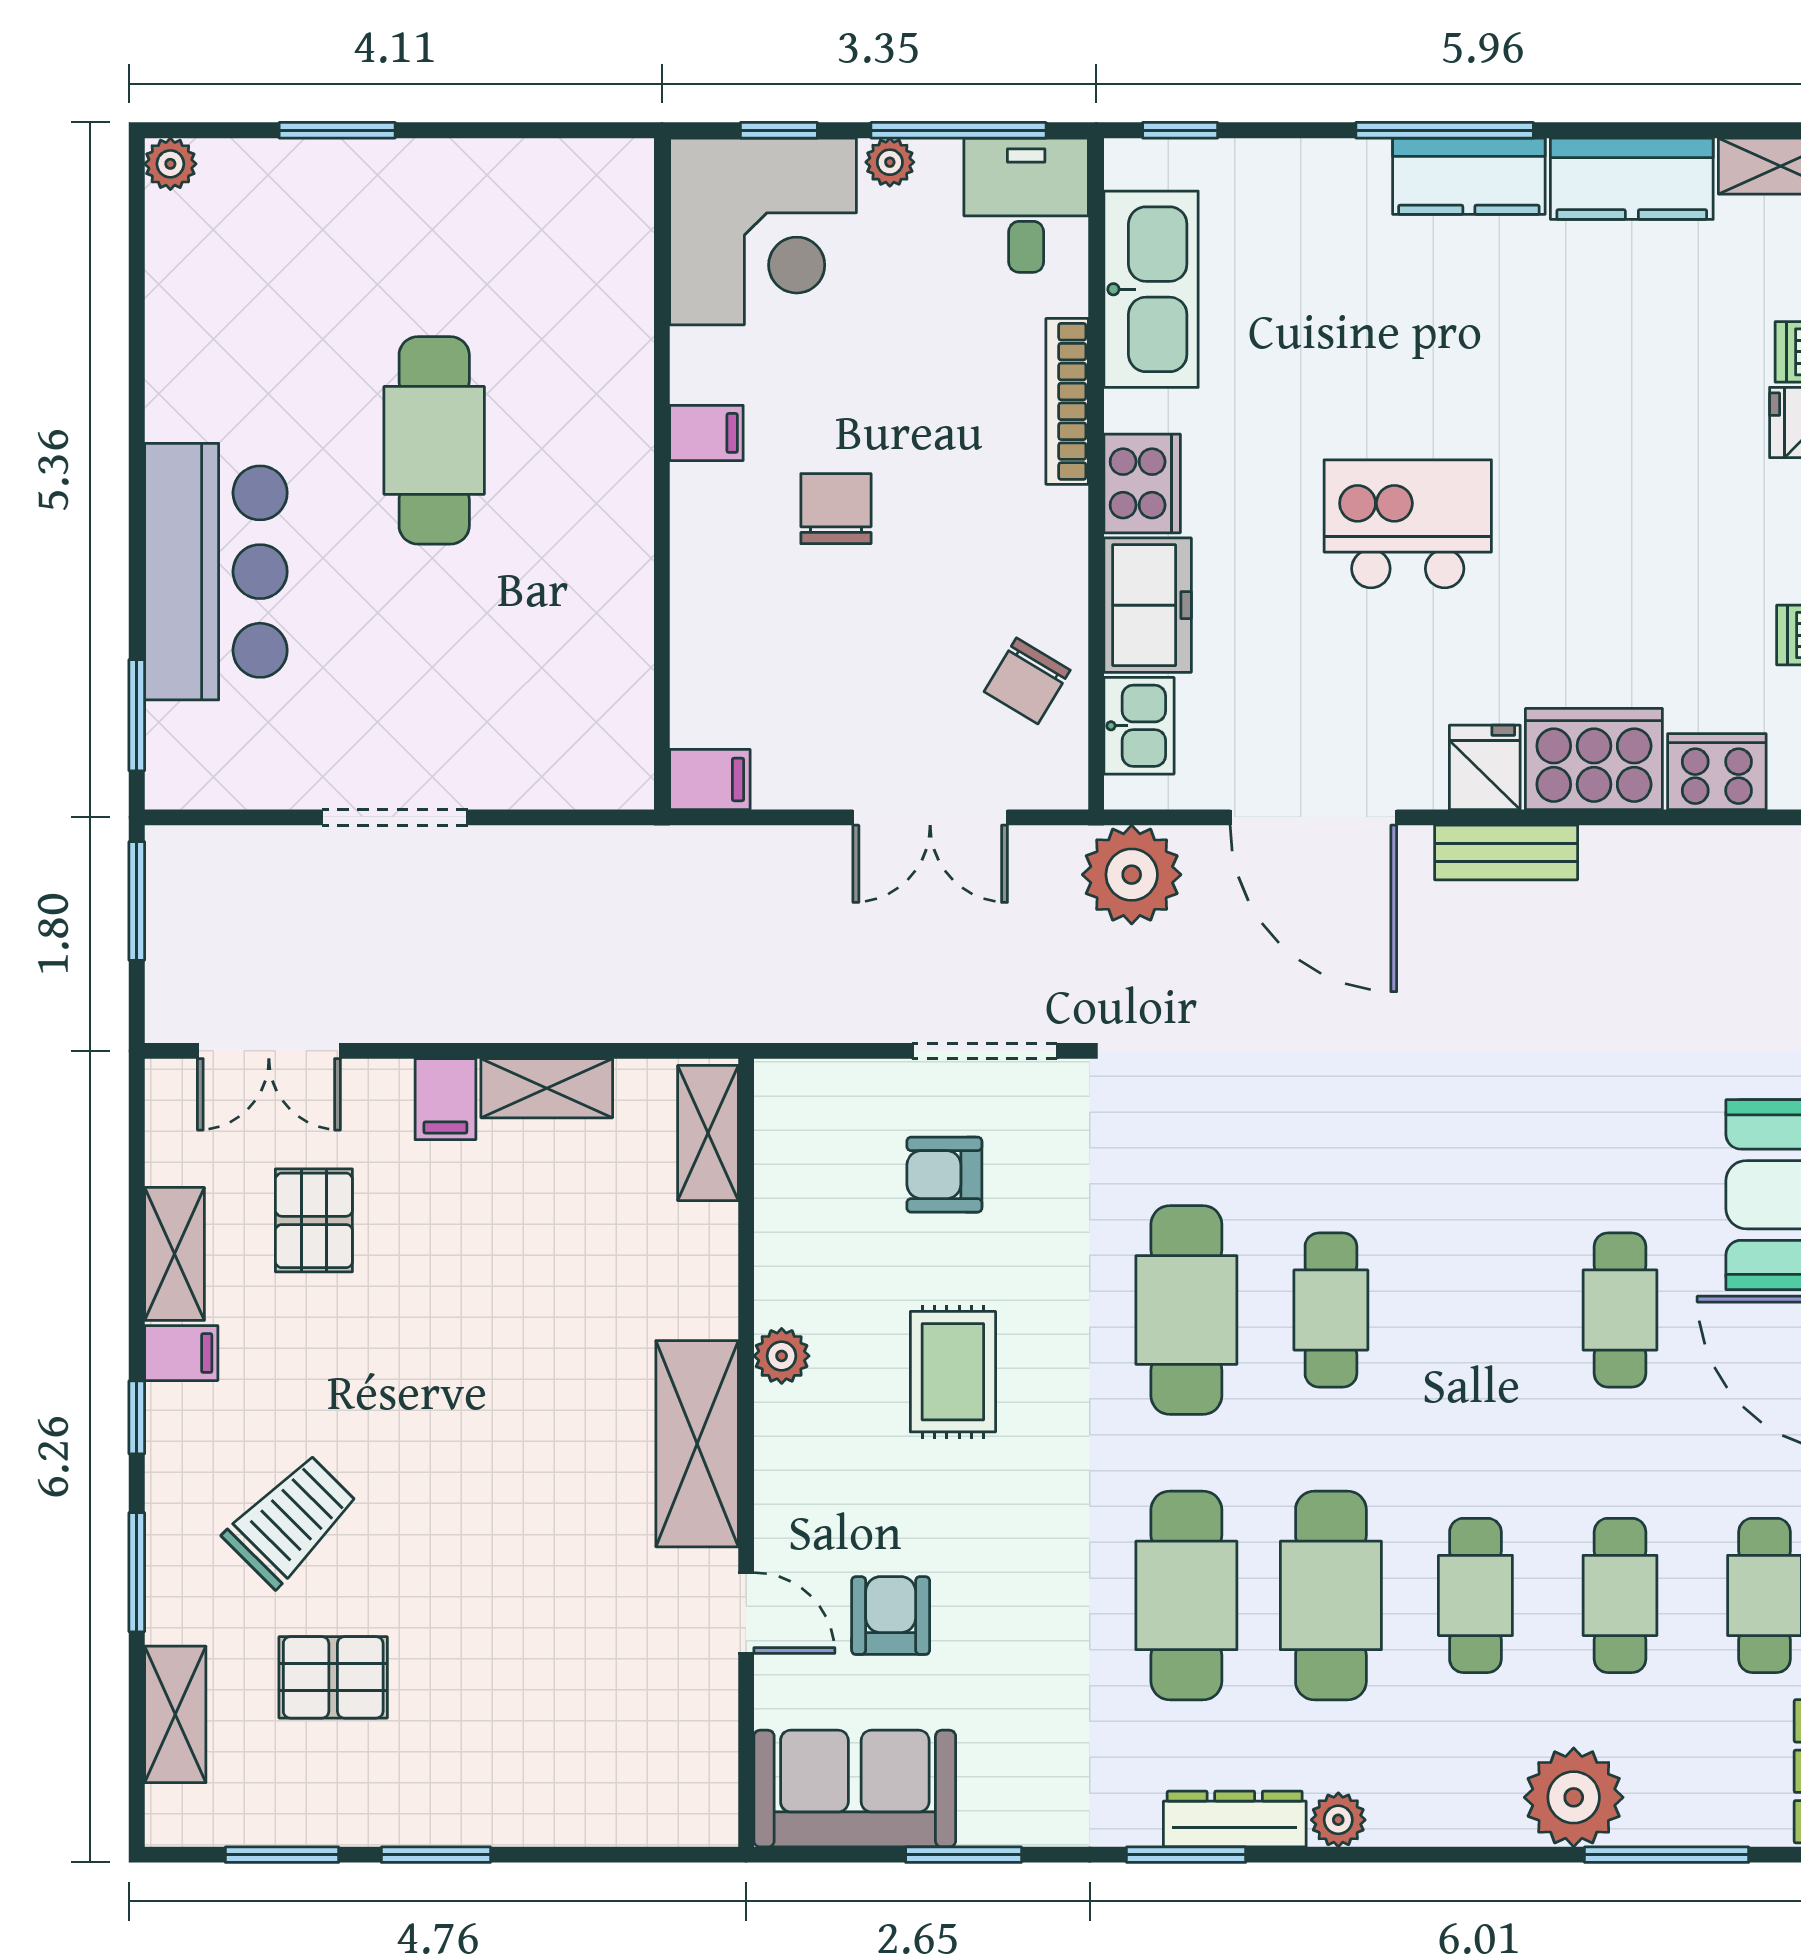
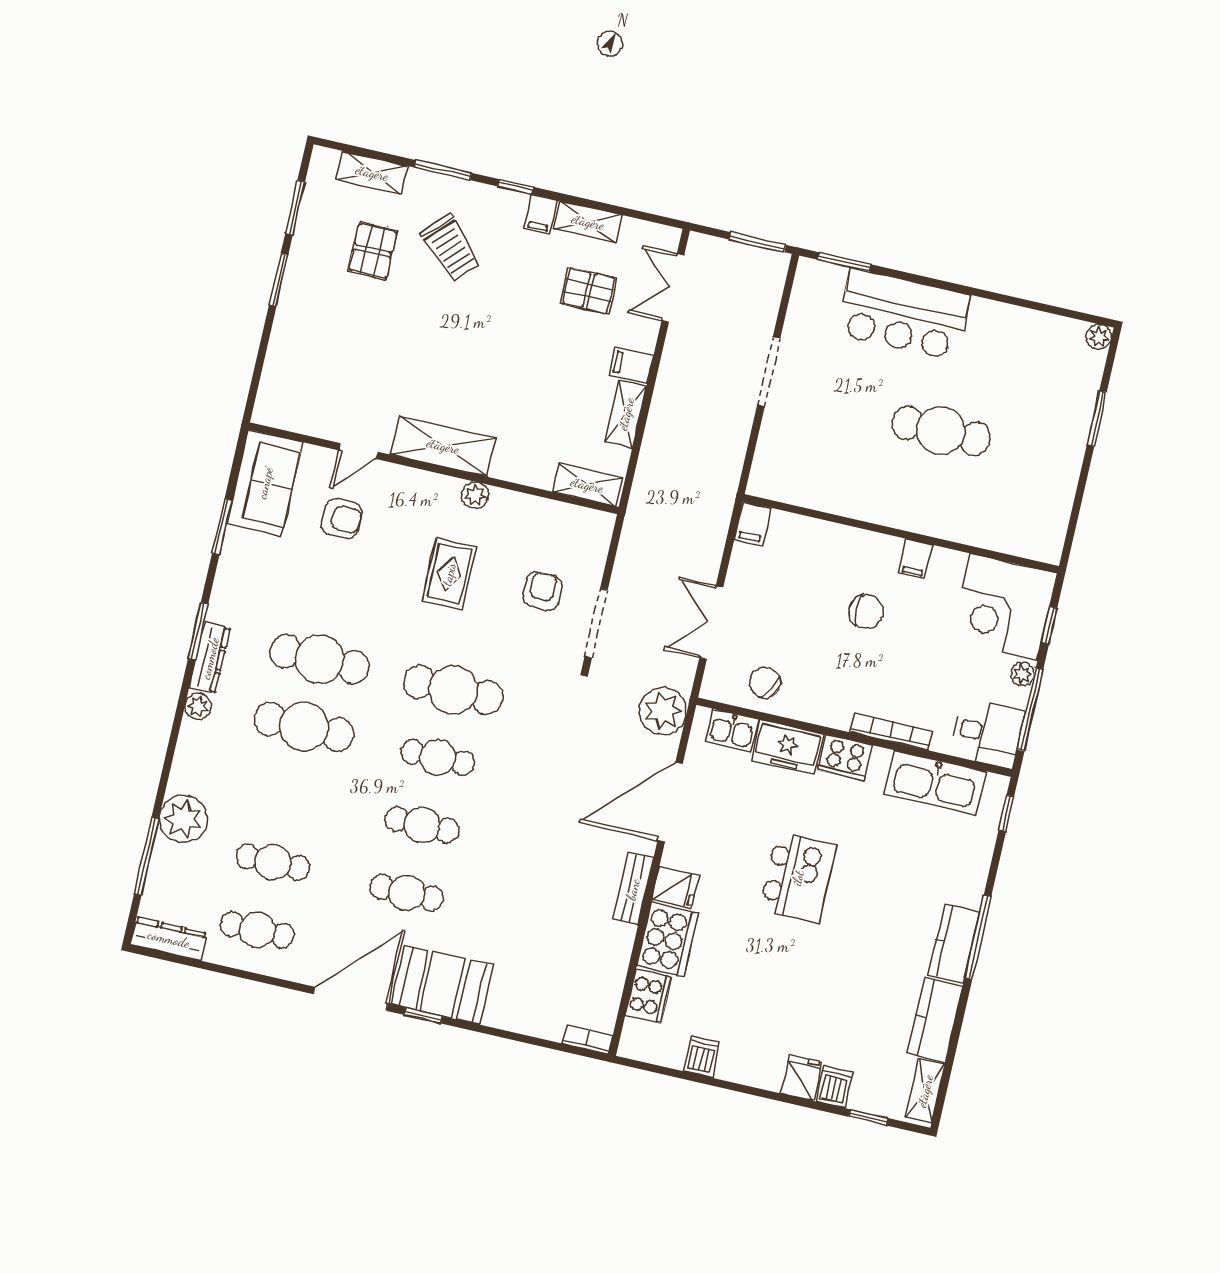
rug: (953, 1372) -> (449, 574), turned 90
cafe table: (1475, 1595) -> (422, 825), moved

